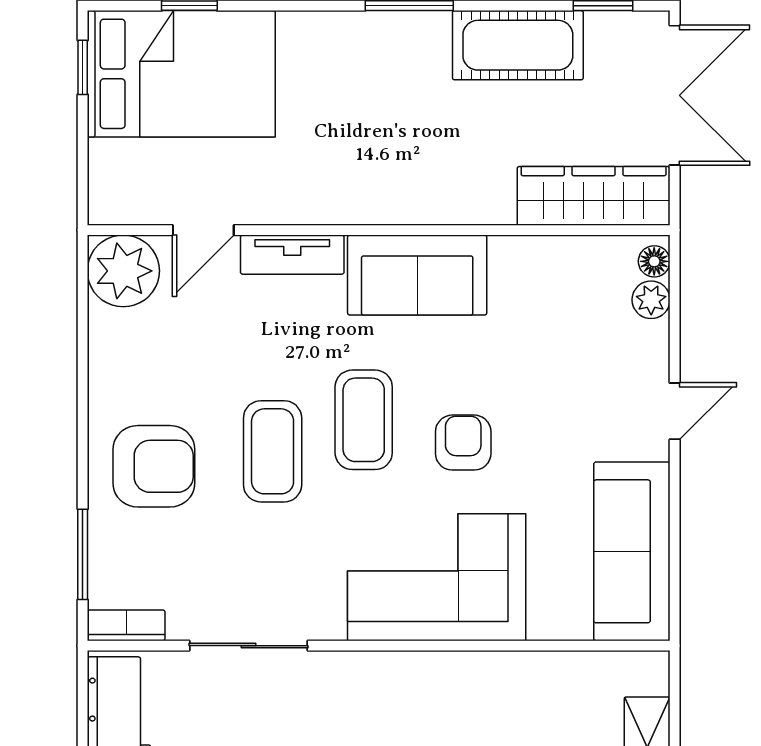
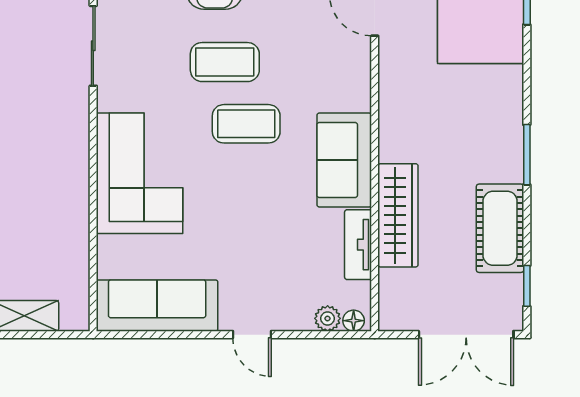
wardrobe: (594, 196) -> (398, 215), moved
tv unit: (292, 255) -> (358, 245), moved
armchair: (463, 443) -> (231, 191), removed

